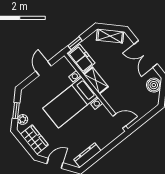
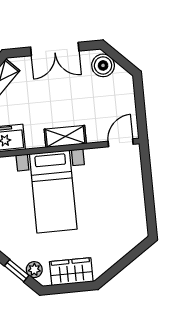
shelving: (96, 80) -> (65, 136), moved
dresser: (87, 155) -> (138, 215), removed
door: (55, 163) -> (121, 265), removed

